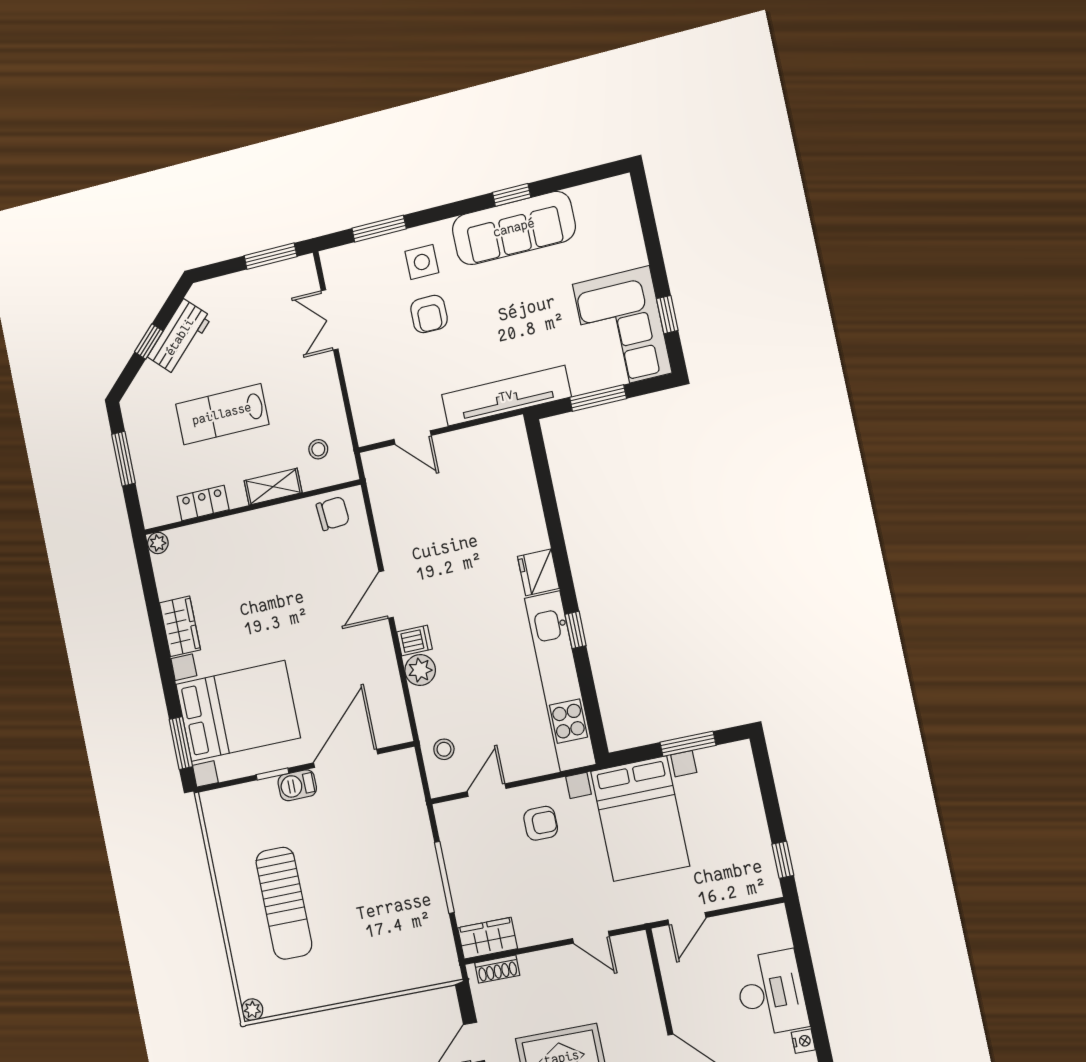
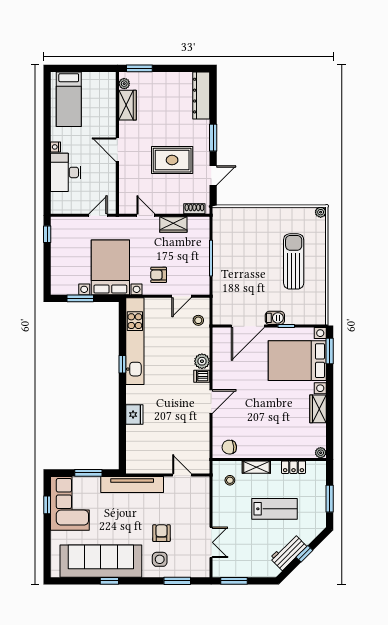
sofa: (514, 228) -> (101, 561), width x1.36, depth x1.27
fridge: (538, 572) -> (134, 415), moved
wardrobe: (488, 938) -> (173, 225), moved

